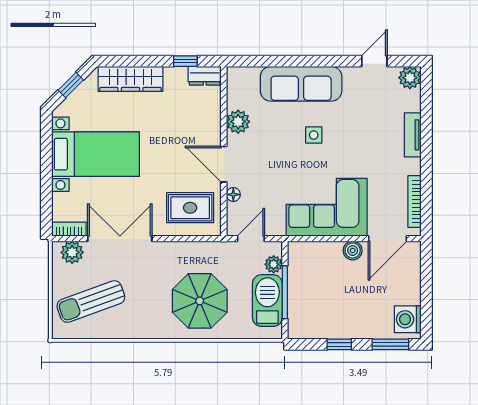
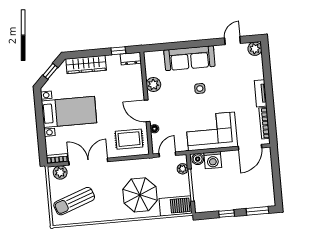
tv unit: (413, 135) -> (261, 93), moved
boiler: (353, 251) -> (198, 159), moved
barbecue: (267, 301) -> (175, 206), moved, turned 90
washing machine: (408, 319) -> (213, 160), moved, turned -90

